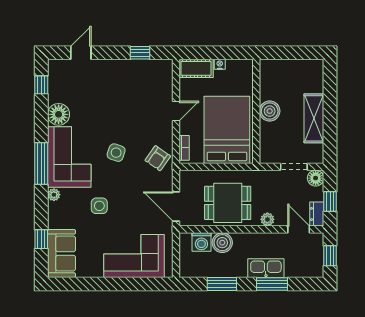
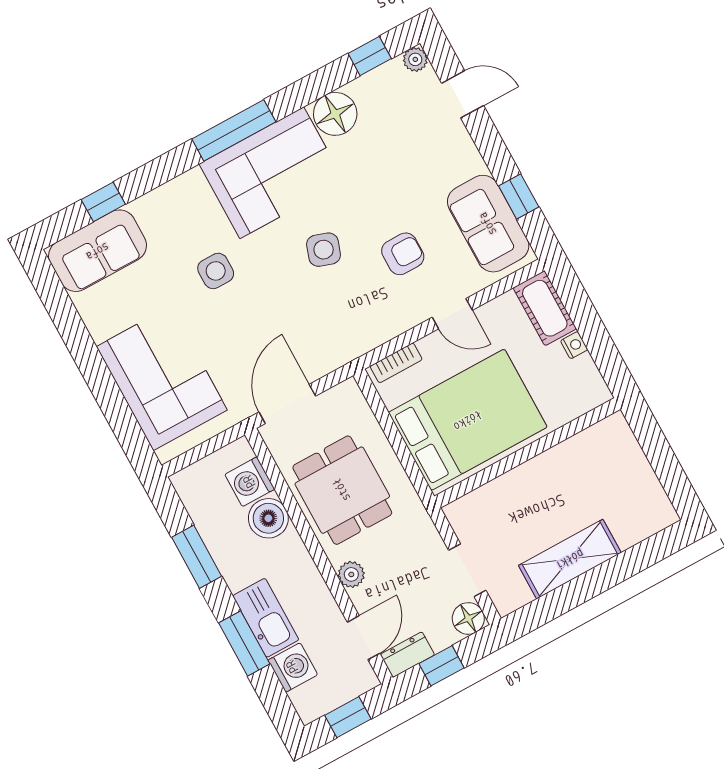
sofa: (145, 73) -> (488, 224), added
boiler: (270, 111) -> (541, 476), removed
armchair: (158, 158) -> (403, 254), moved, turned 145
plant: (54, 195) -> (415, 59), moved
washing machine: (295, 268) -> (293, 667), added

